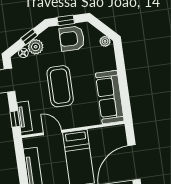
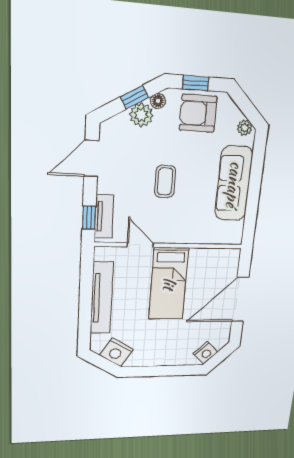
floor lamp: (23, 53) -> (158, 101), moved
coffee table: (60, 86) -> (165, 181), width x0.54, depth x0.58
sofa: (110, 97) -> (234, 184), moved

